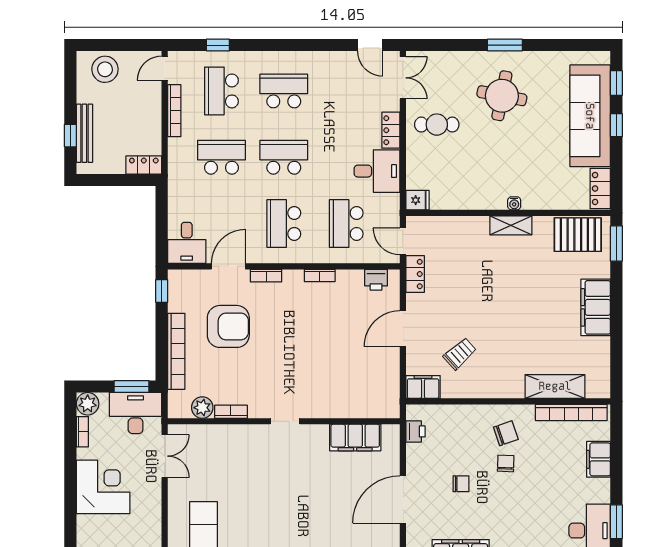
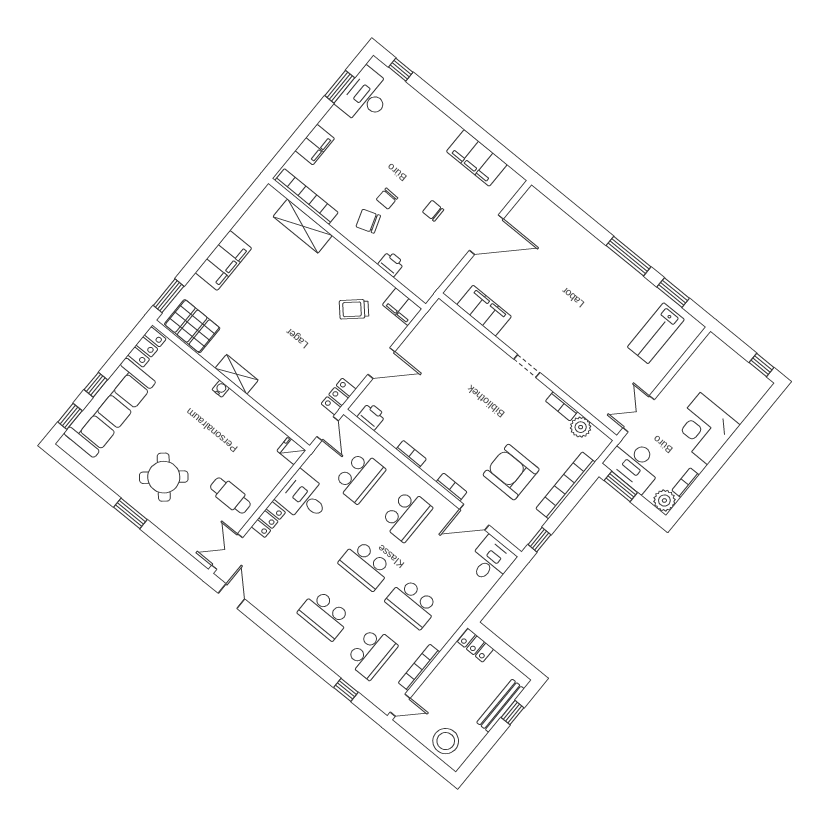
round table: (502, 96) -> (164, 477), turned 38
printer: (416, 431) -> (391, 264), moved, turned 90

